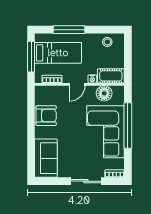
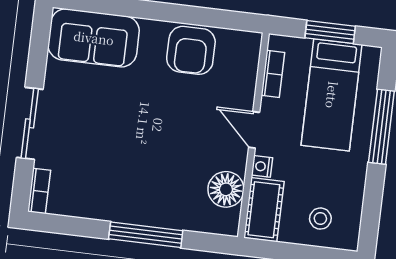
stool: (107, 42) -> (320, 219), moved
window: (31, 57) -> (330, 32), width x0.69
window: (128, 125) -> (146, 235), width x0.68
corner sofa: (105, 132) -> (138, 182), removed

